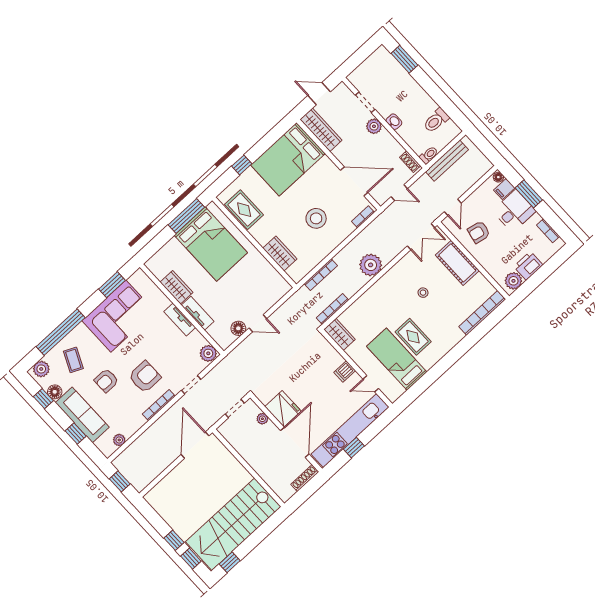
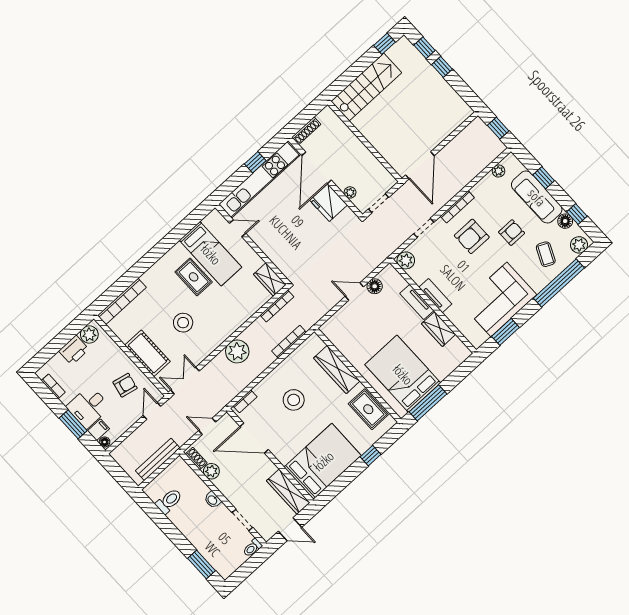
plant: (374, 126) -> (211, 471), moved
toilet: (429, 155) -> (252, 548), moved
wardrobe: (280, 254) -> (337, 370), width x1.50
stool: (423, 293) -> (183, 323), width x1.89, depth x1.89
dishwasher: (345, 371) -> (265, 241), removed
stairs: (233, 524) -> (366, 87), width x0.73, depth x0.66

